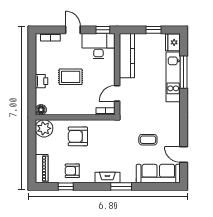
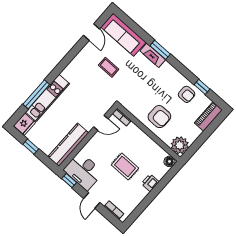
fireplace: (107, 178) -> (153, 55), moved

